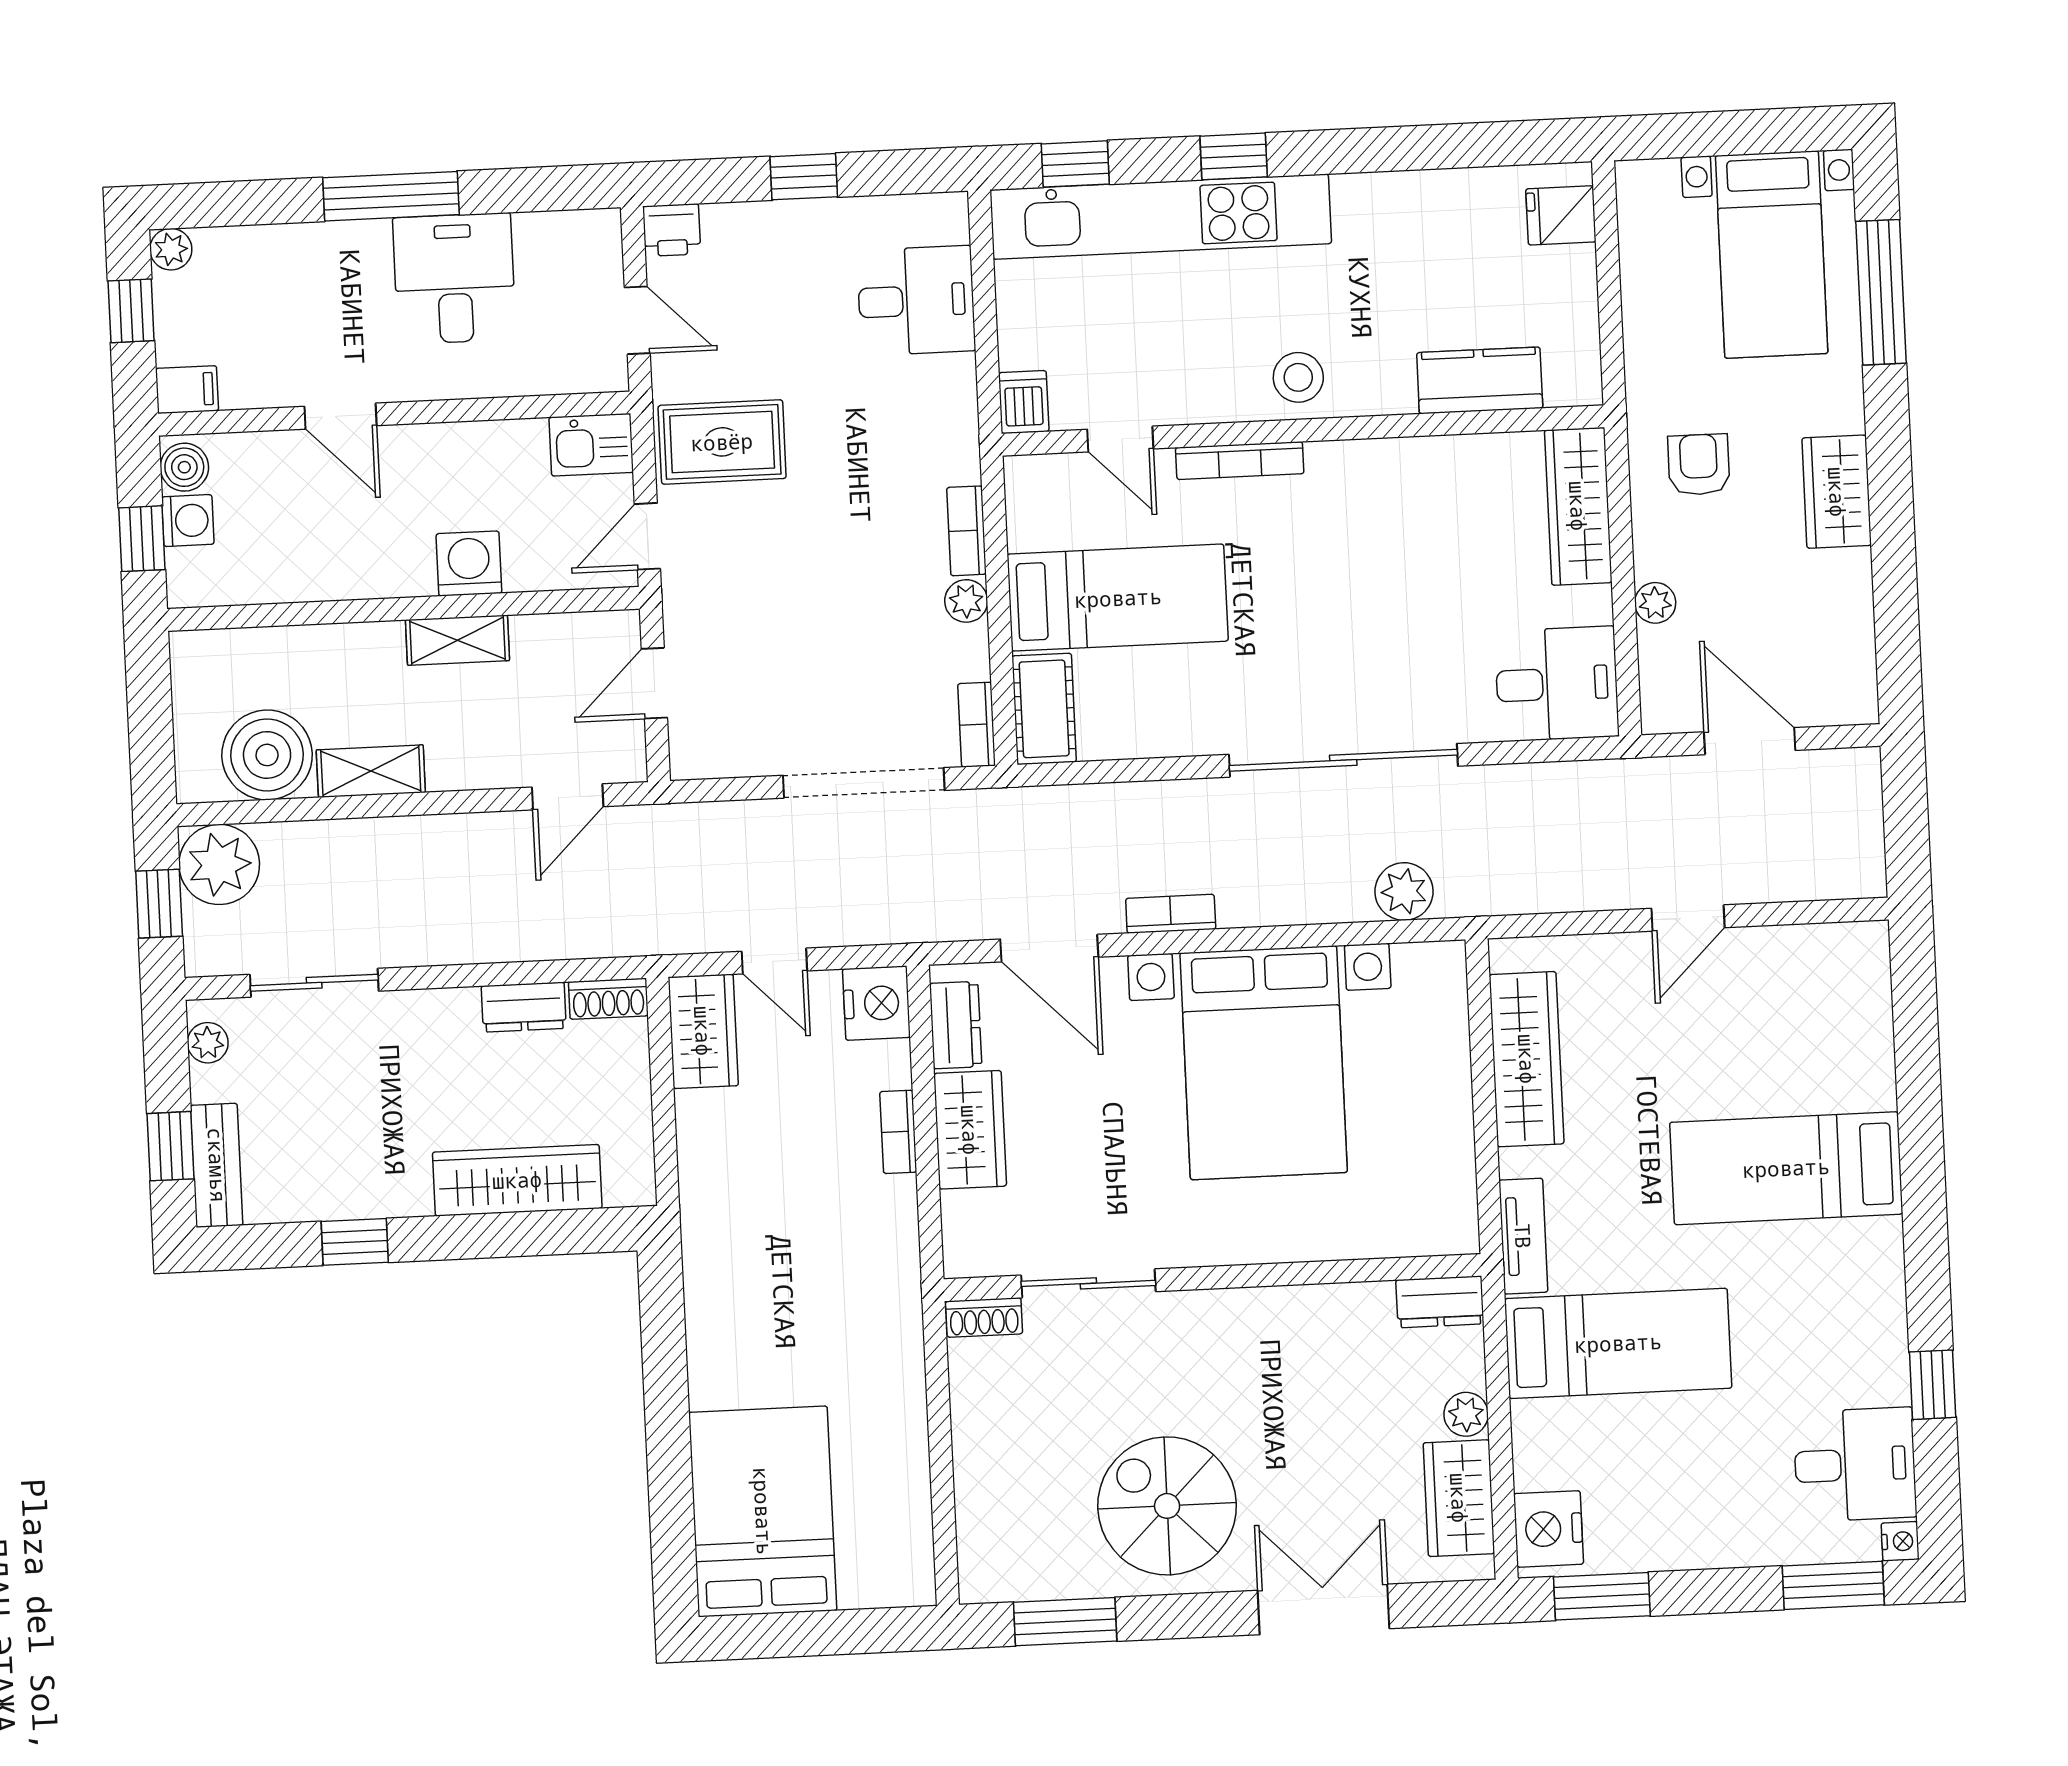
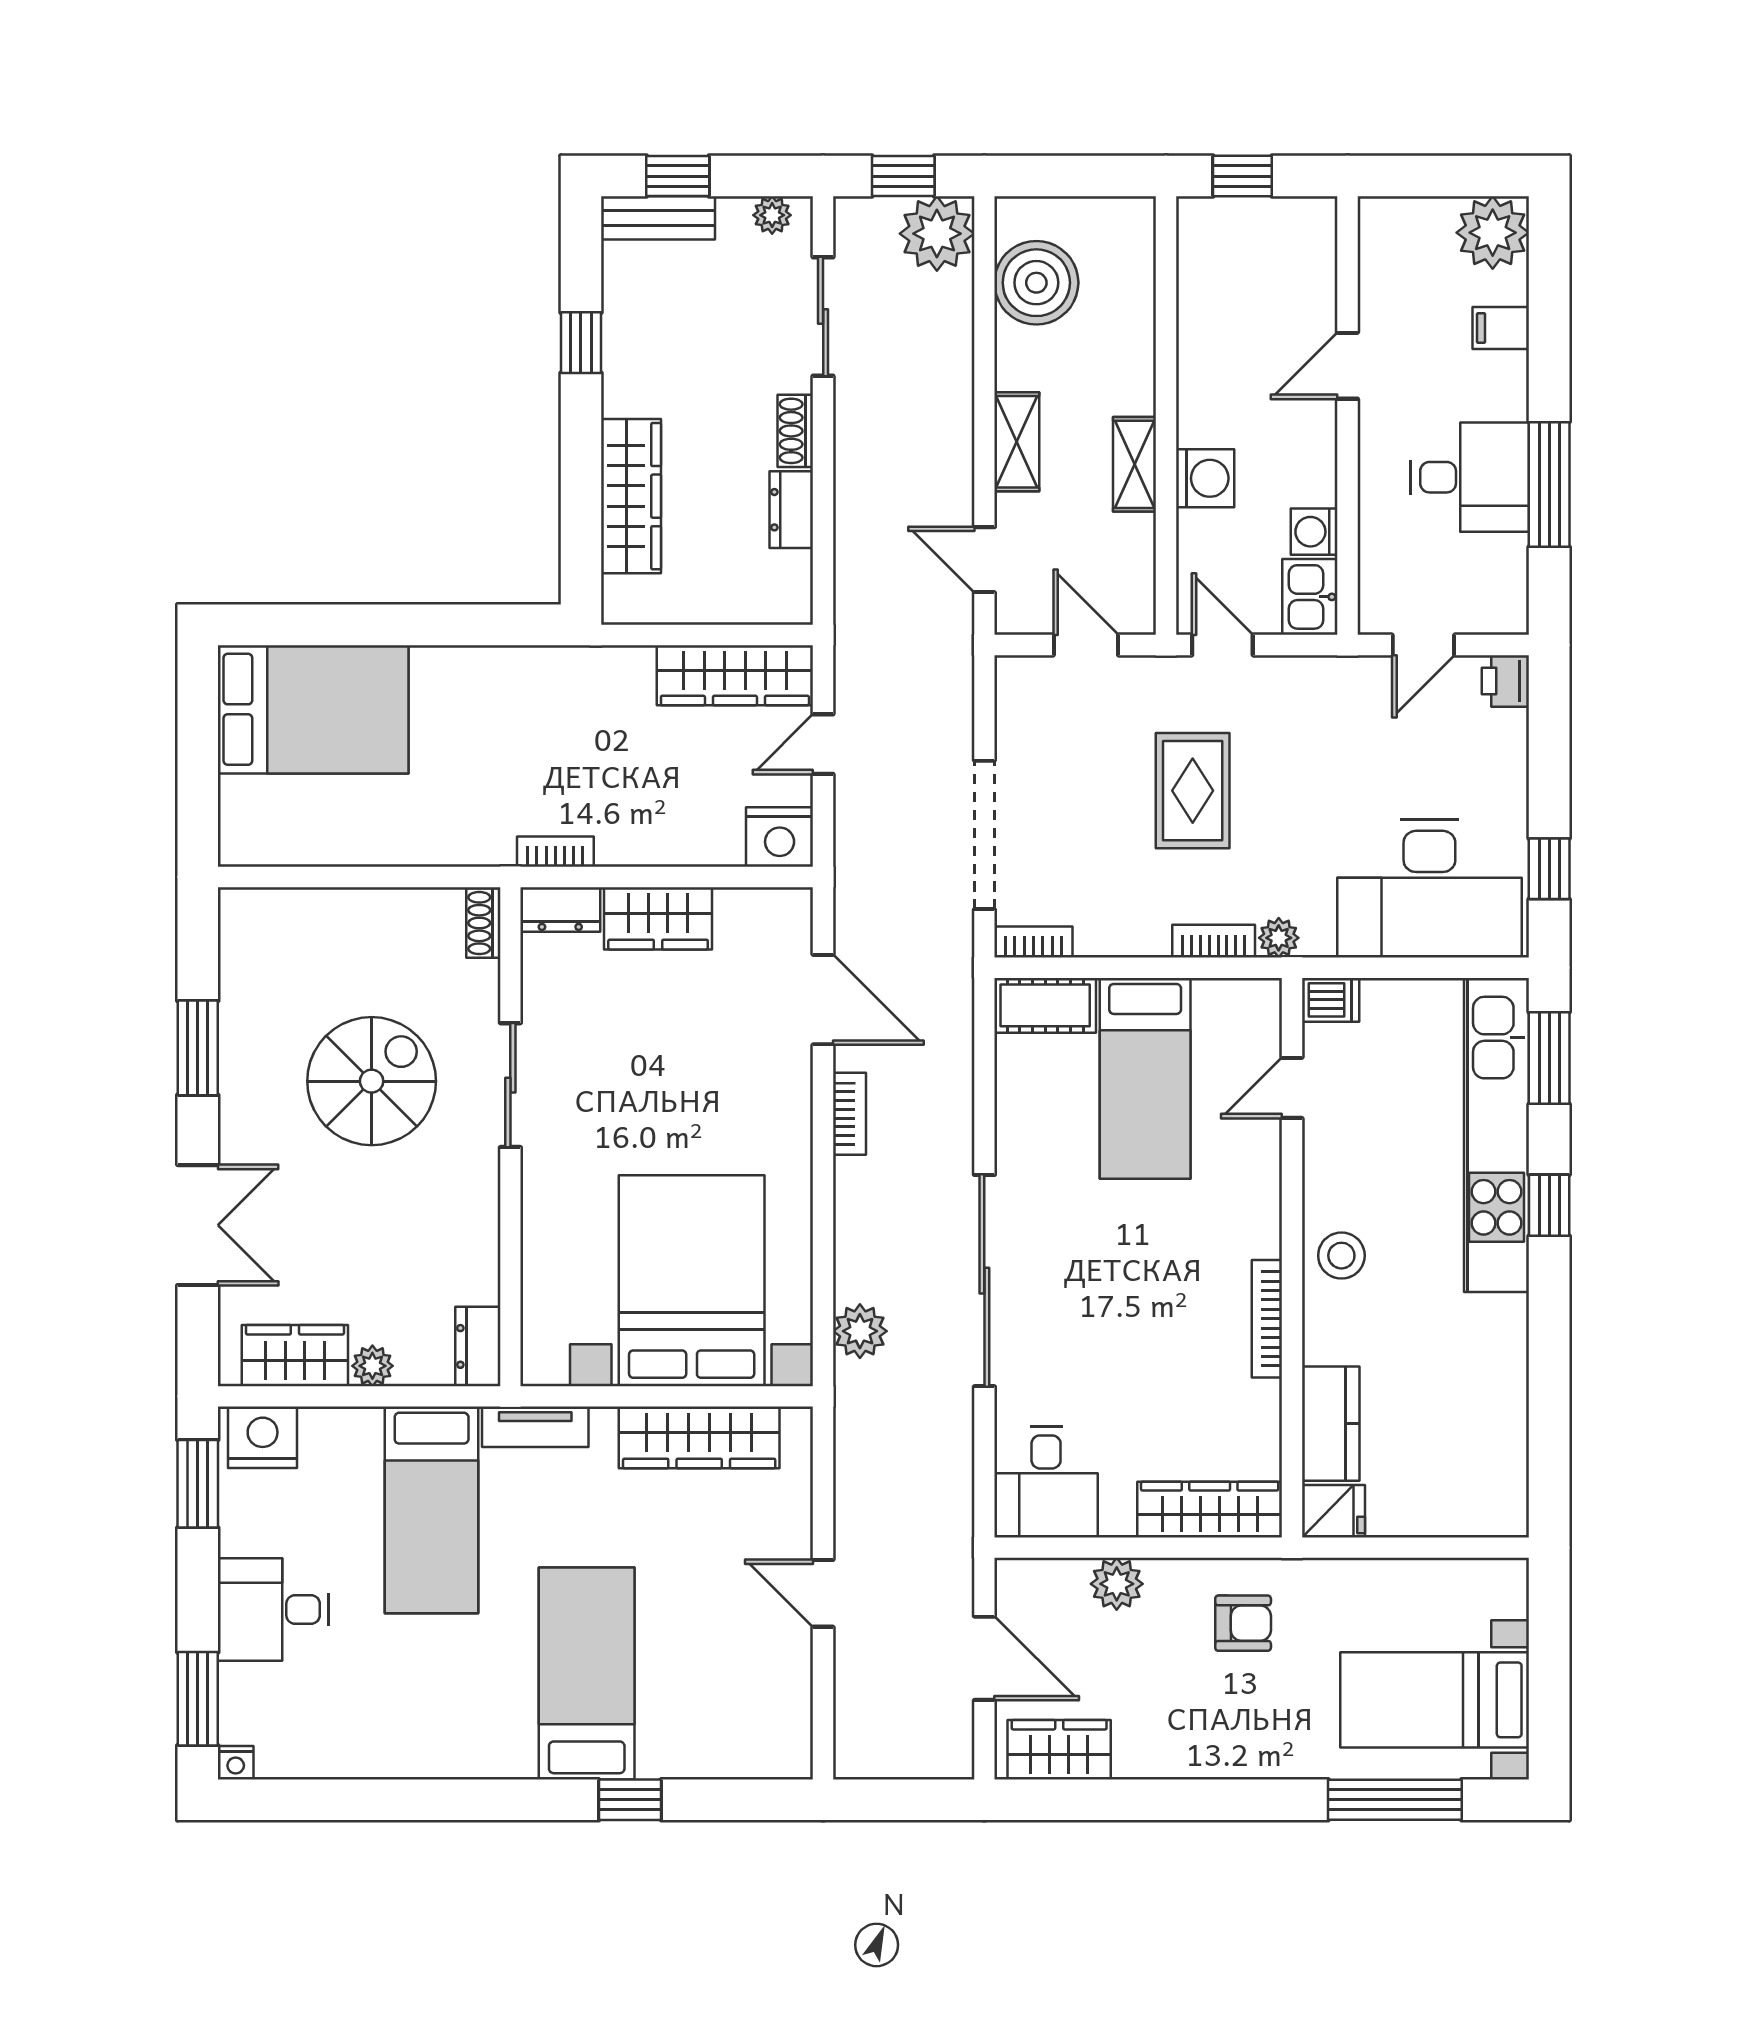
window: (1075, 164) -> (1549, 1058), width x1.50
window: (804, 177) -> (1549, 869), moved
window: (391, 196) -> (1549, 484), moved
fridge: (1561, 215) -> (1333, 1511), moved, turned 90
plant: (171, 249) -> (1493, 233), width x1.88, depth x1.88
desk: (916, 301) -> (1429, 889), width x1.87, depth x1.30
window: (131, 311) -> (1454, 176), removed
filing cabinet: (187, 390) -> (1501, 328), moved, turned 90
rug: (722, 442) -> (1193, 791), moved
bookcase: (1240, 461) -> (1267, 1319), moved
boiler: (184, 467) -> (1307, 219), removed
wardrobe: (1837, 492) -> (1059, 1750), moved
washing machine: (188, 521) -> (1314, 532), moved, turned 90
plant: (966, 601) -> (1279, 938), moved
plant: (1655, 603) -> (1117, 1584), width x1.38, depth x1.38
door: (1750, 741) -> (984, 1658), hinge flipped
shelving: (371, 771) -> (1017, 442), moved
door: (1049, 948) -> (823, 1000), swing flipped
shoe rack: (608, 999) -> (795, 431), moved
dresser: (956, 1025) -> (560, 909), moved
wardrobe: (703, 1031) -> (735, 675), width x1.50
bed with nightstands: (1264, 1063) -> (692, 1281), moved, turned 90
bookcase: (898, 1132) -> (555, 852), moved
sliding door: (1088, 1283) -> (510, 1085), moved
window: (1933, 1385) -> (630, 1800), moved
desk: (1855, 1465) -> (273, 1609), moved, turned 90
spiral stairs: (1167, 1506) -> (372, 1081), moved
window: (1065, 1622) -> (198, 1048), moved

